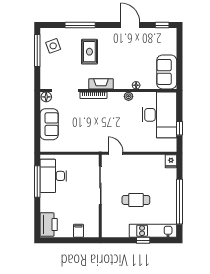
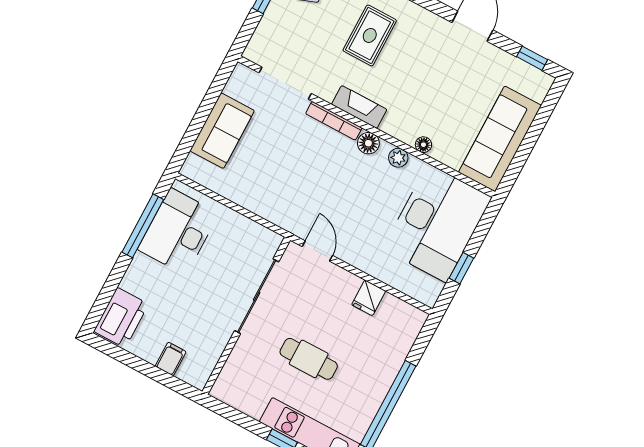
sofa: (167, 72) -> (500, 139), width x1.36
floor lamp: (46, 97) -> (368, 143), moved
fridge: (171, 161) -> (369, 298), moved

